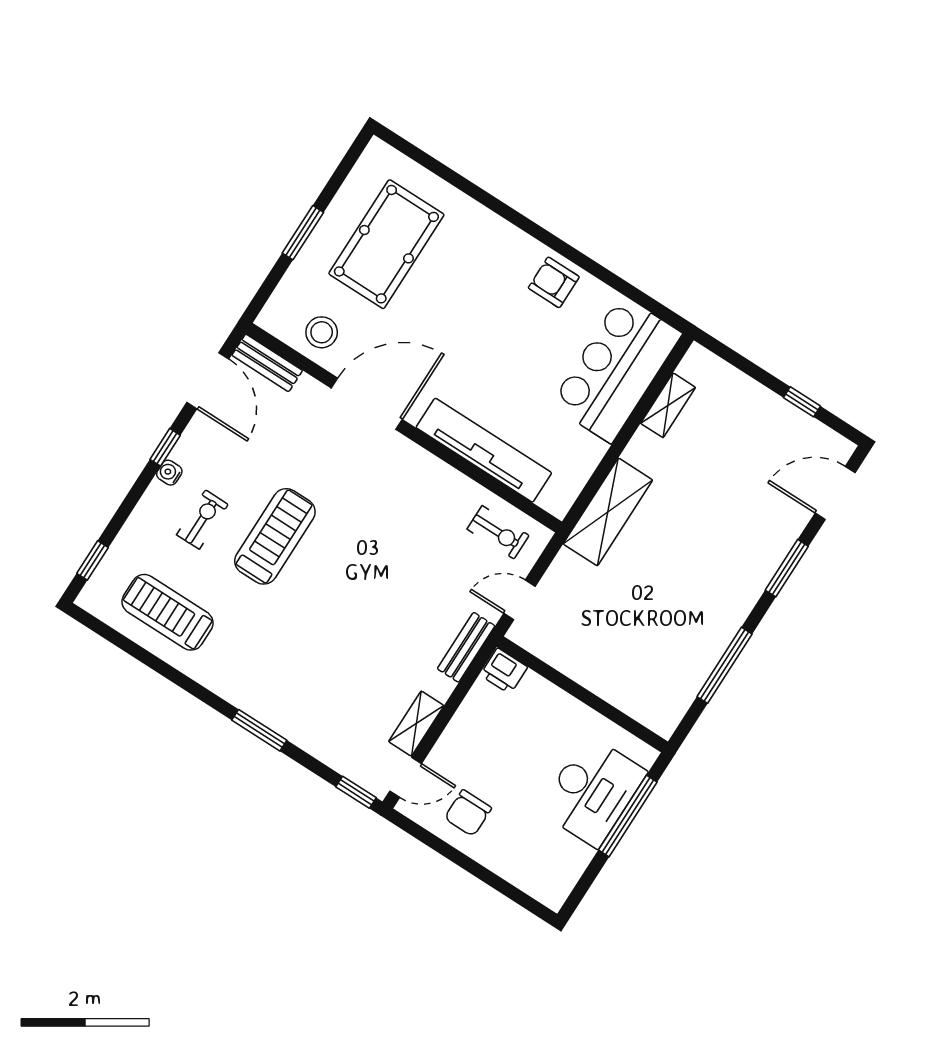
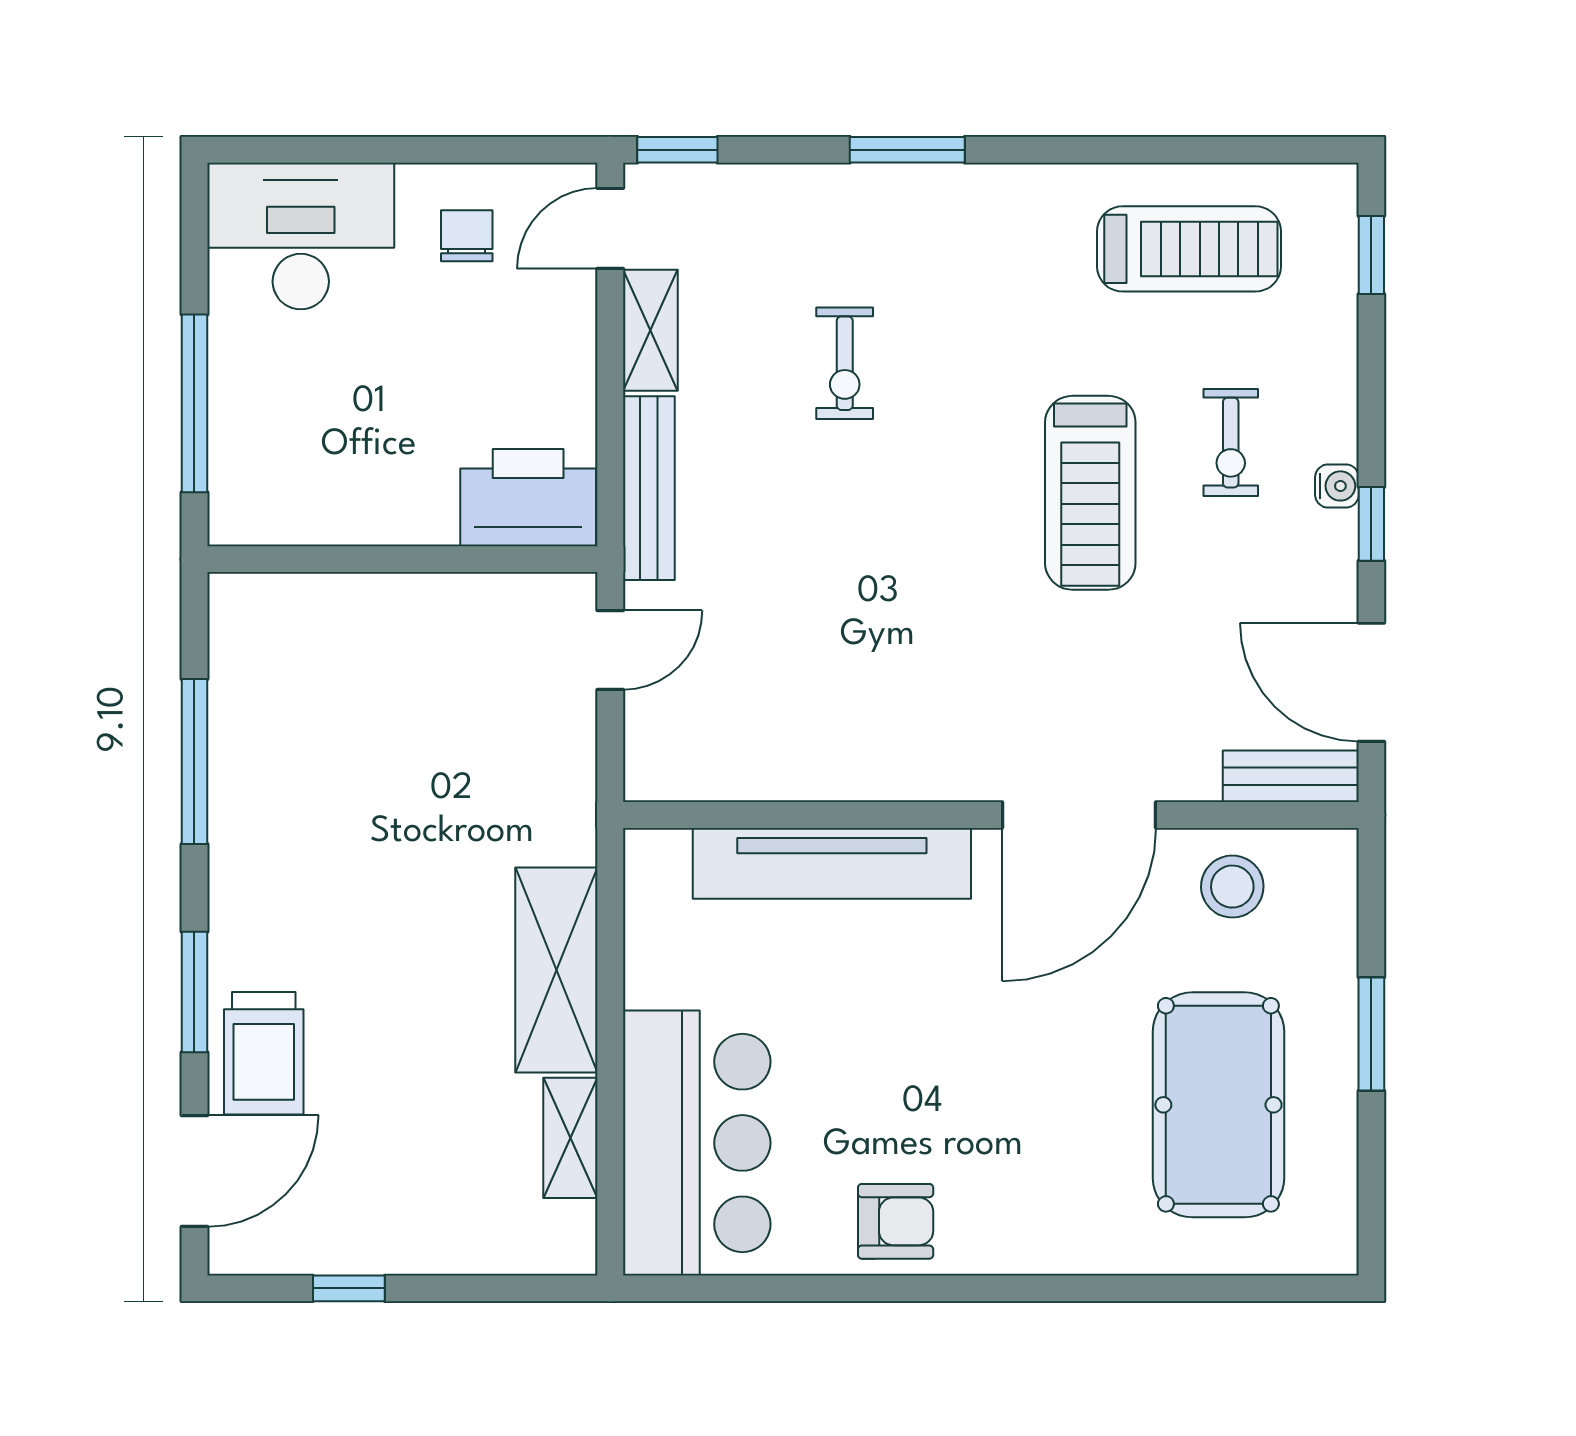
shelving: (608, 512) -> (556, 970), moved
trolley: (774, 524) -> (264, 1053), added
exercise bike: (498, 532) -> (845, 363), moved, turned -90
bench: (466, 647) -> (649, 488), width x1.36
printer: (504, 671) -> (528, 498), width x1.87, depth x1.48
desk: (592, 791) -> (301, 236), moved, turned 90
chair: (468, 813) -> (467, 236), width x0.73, depth x0.73

